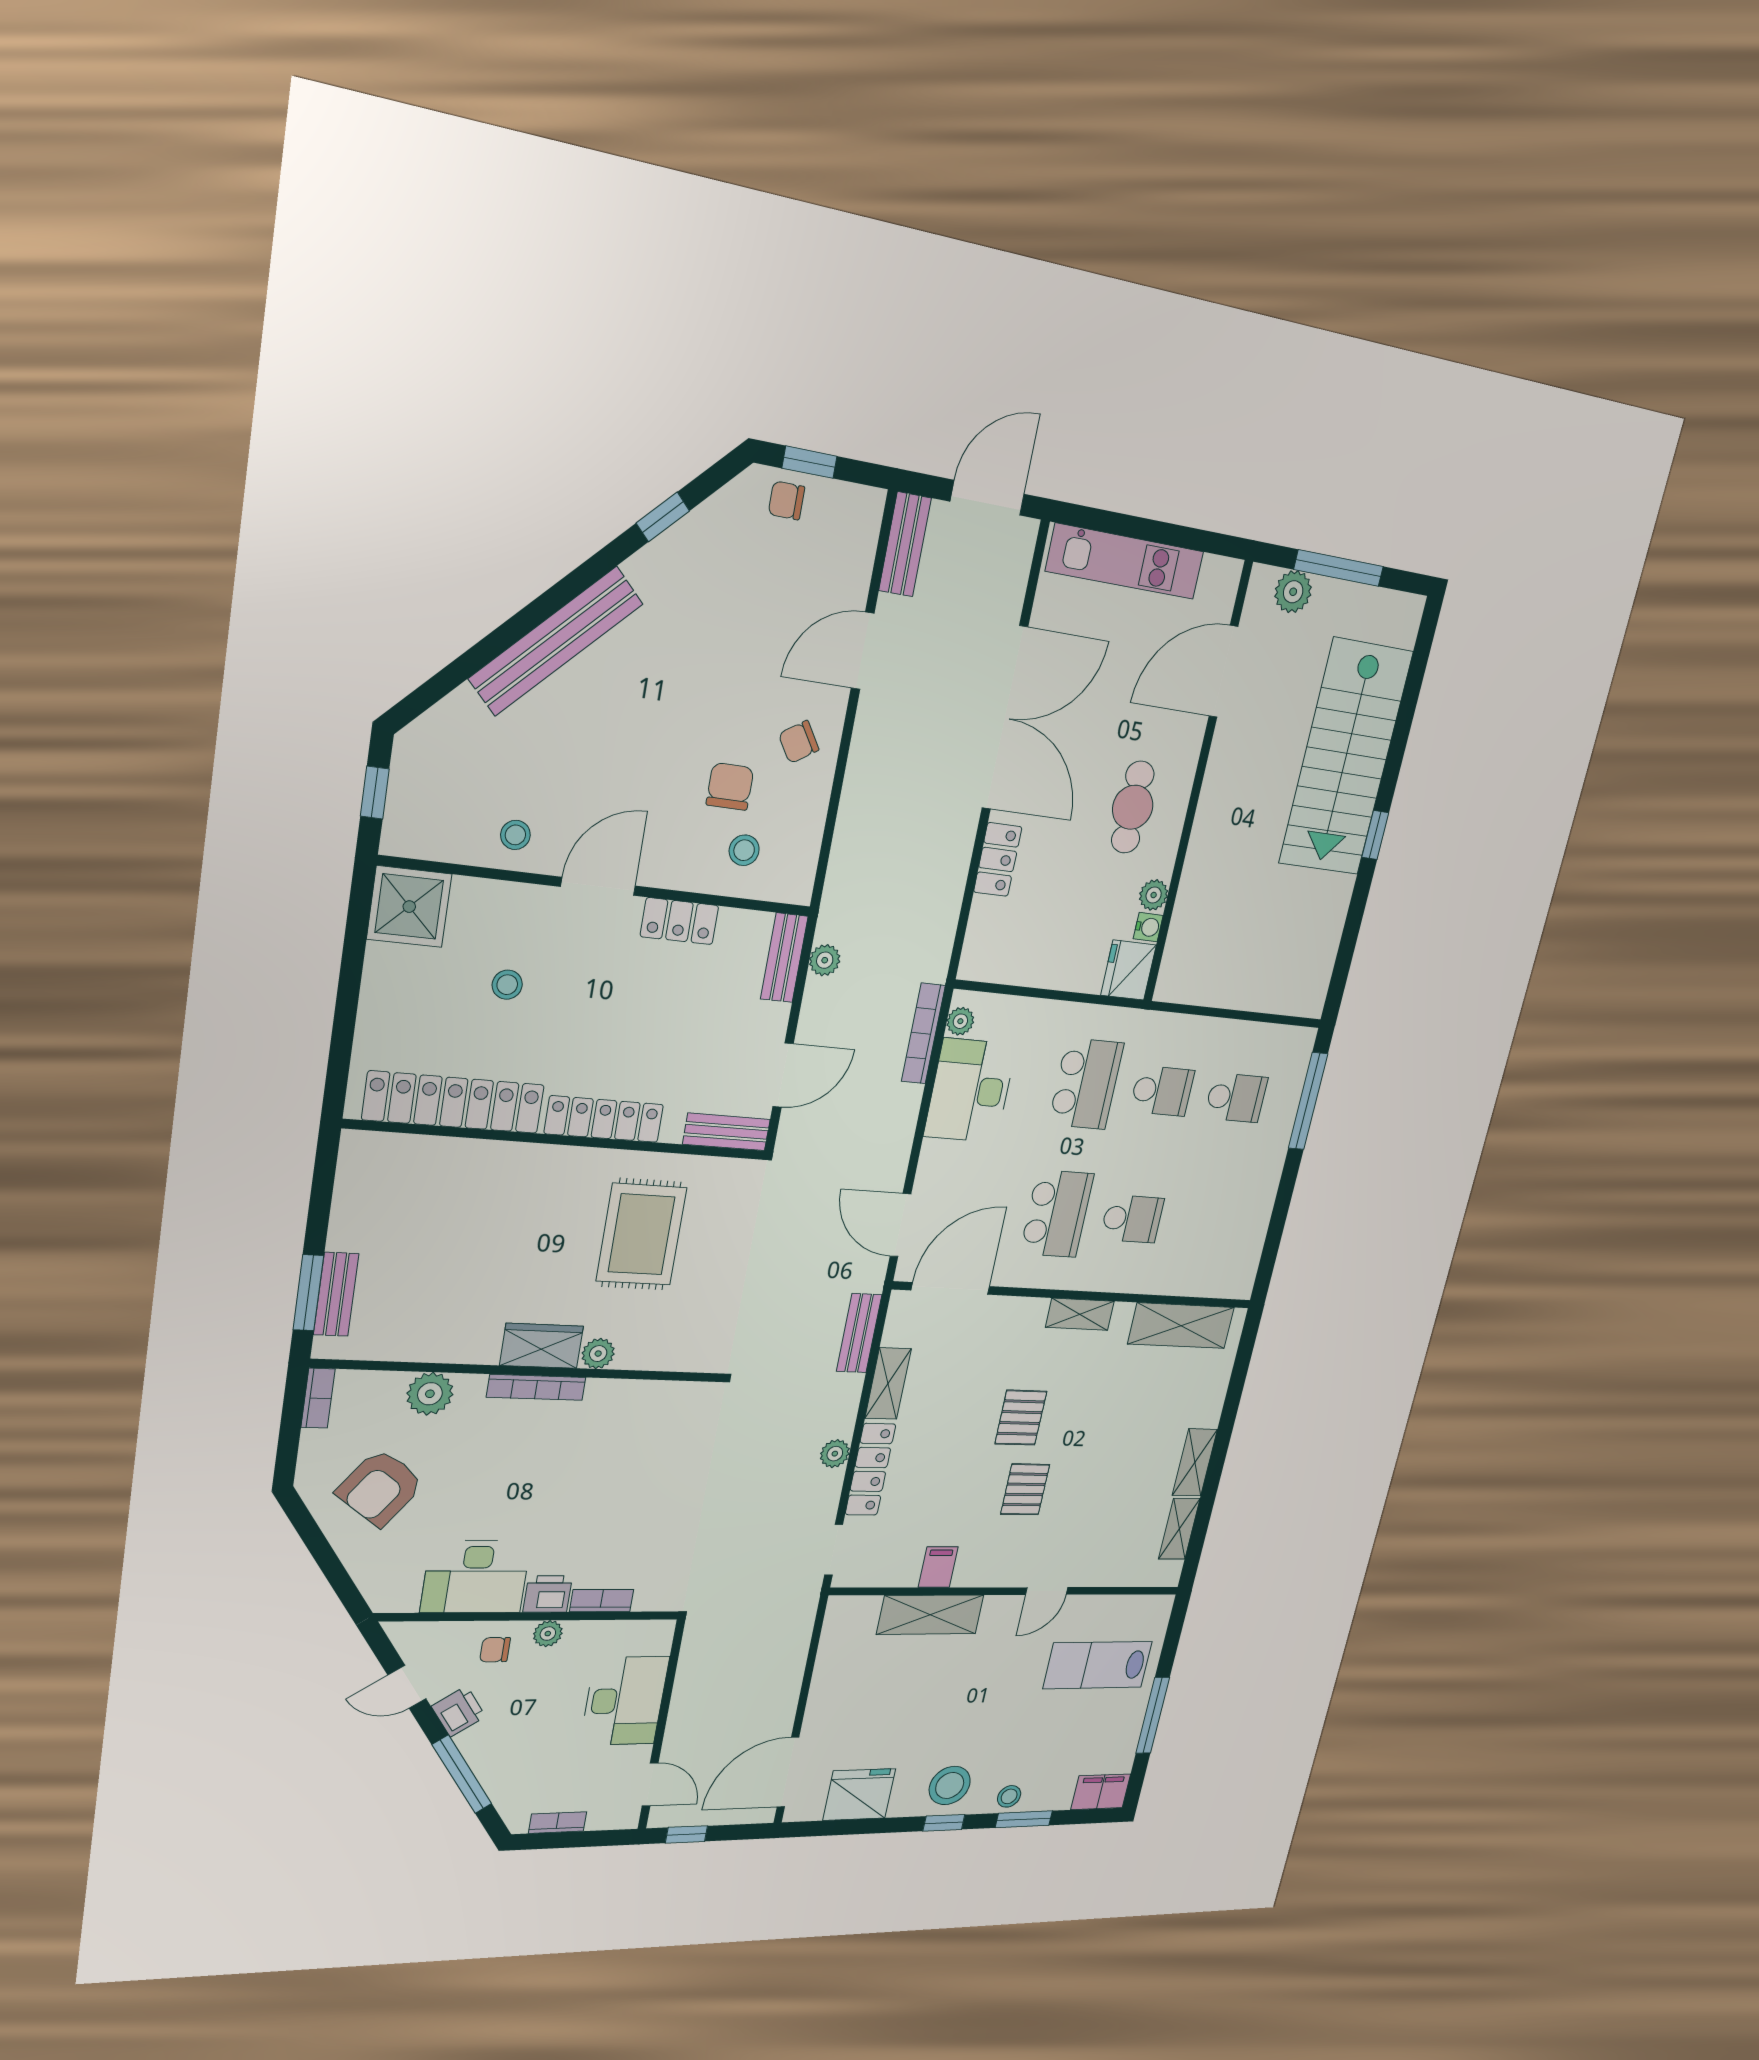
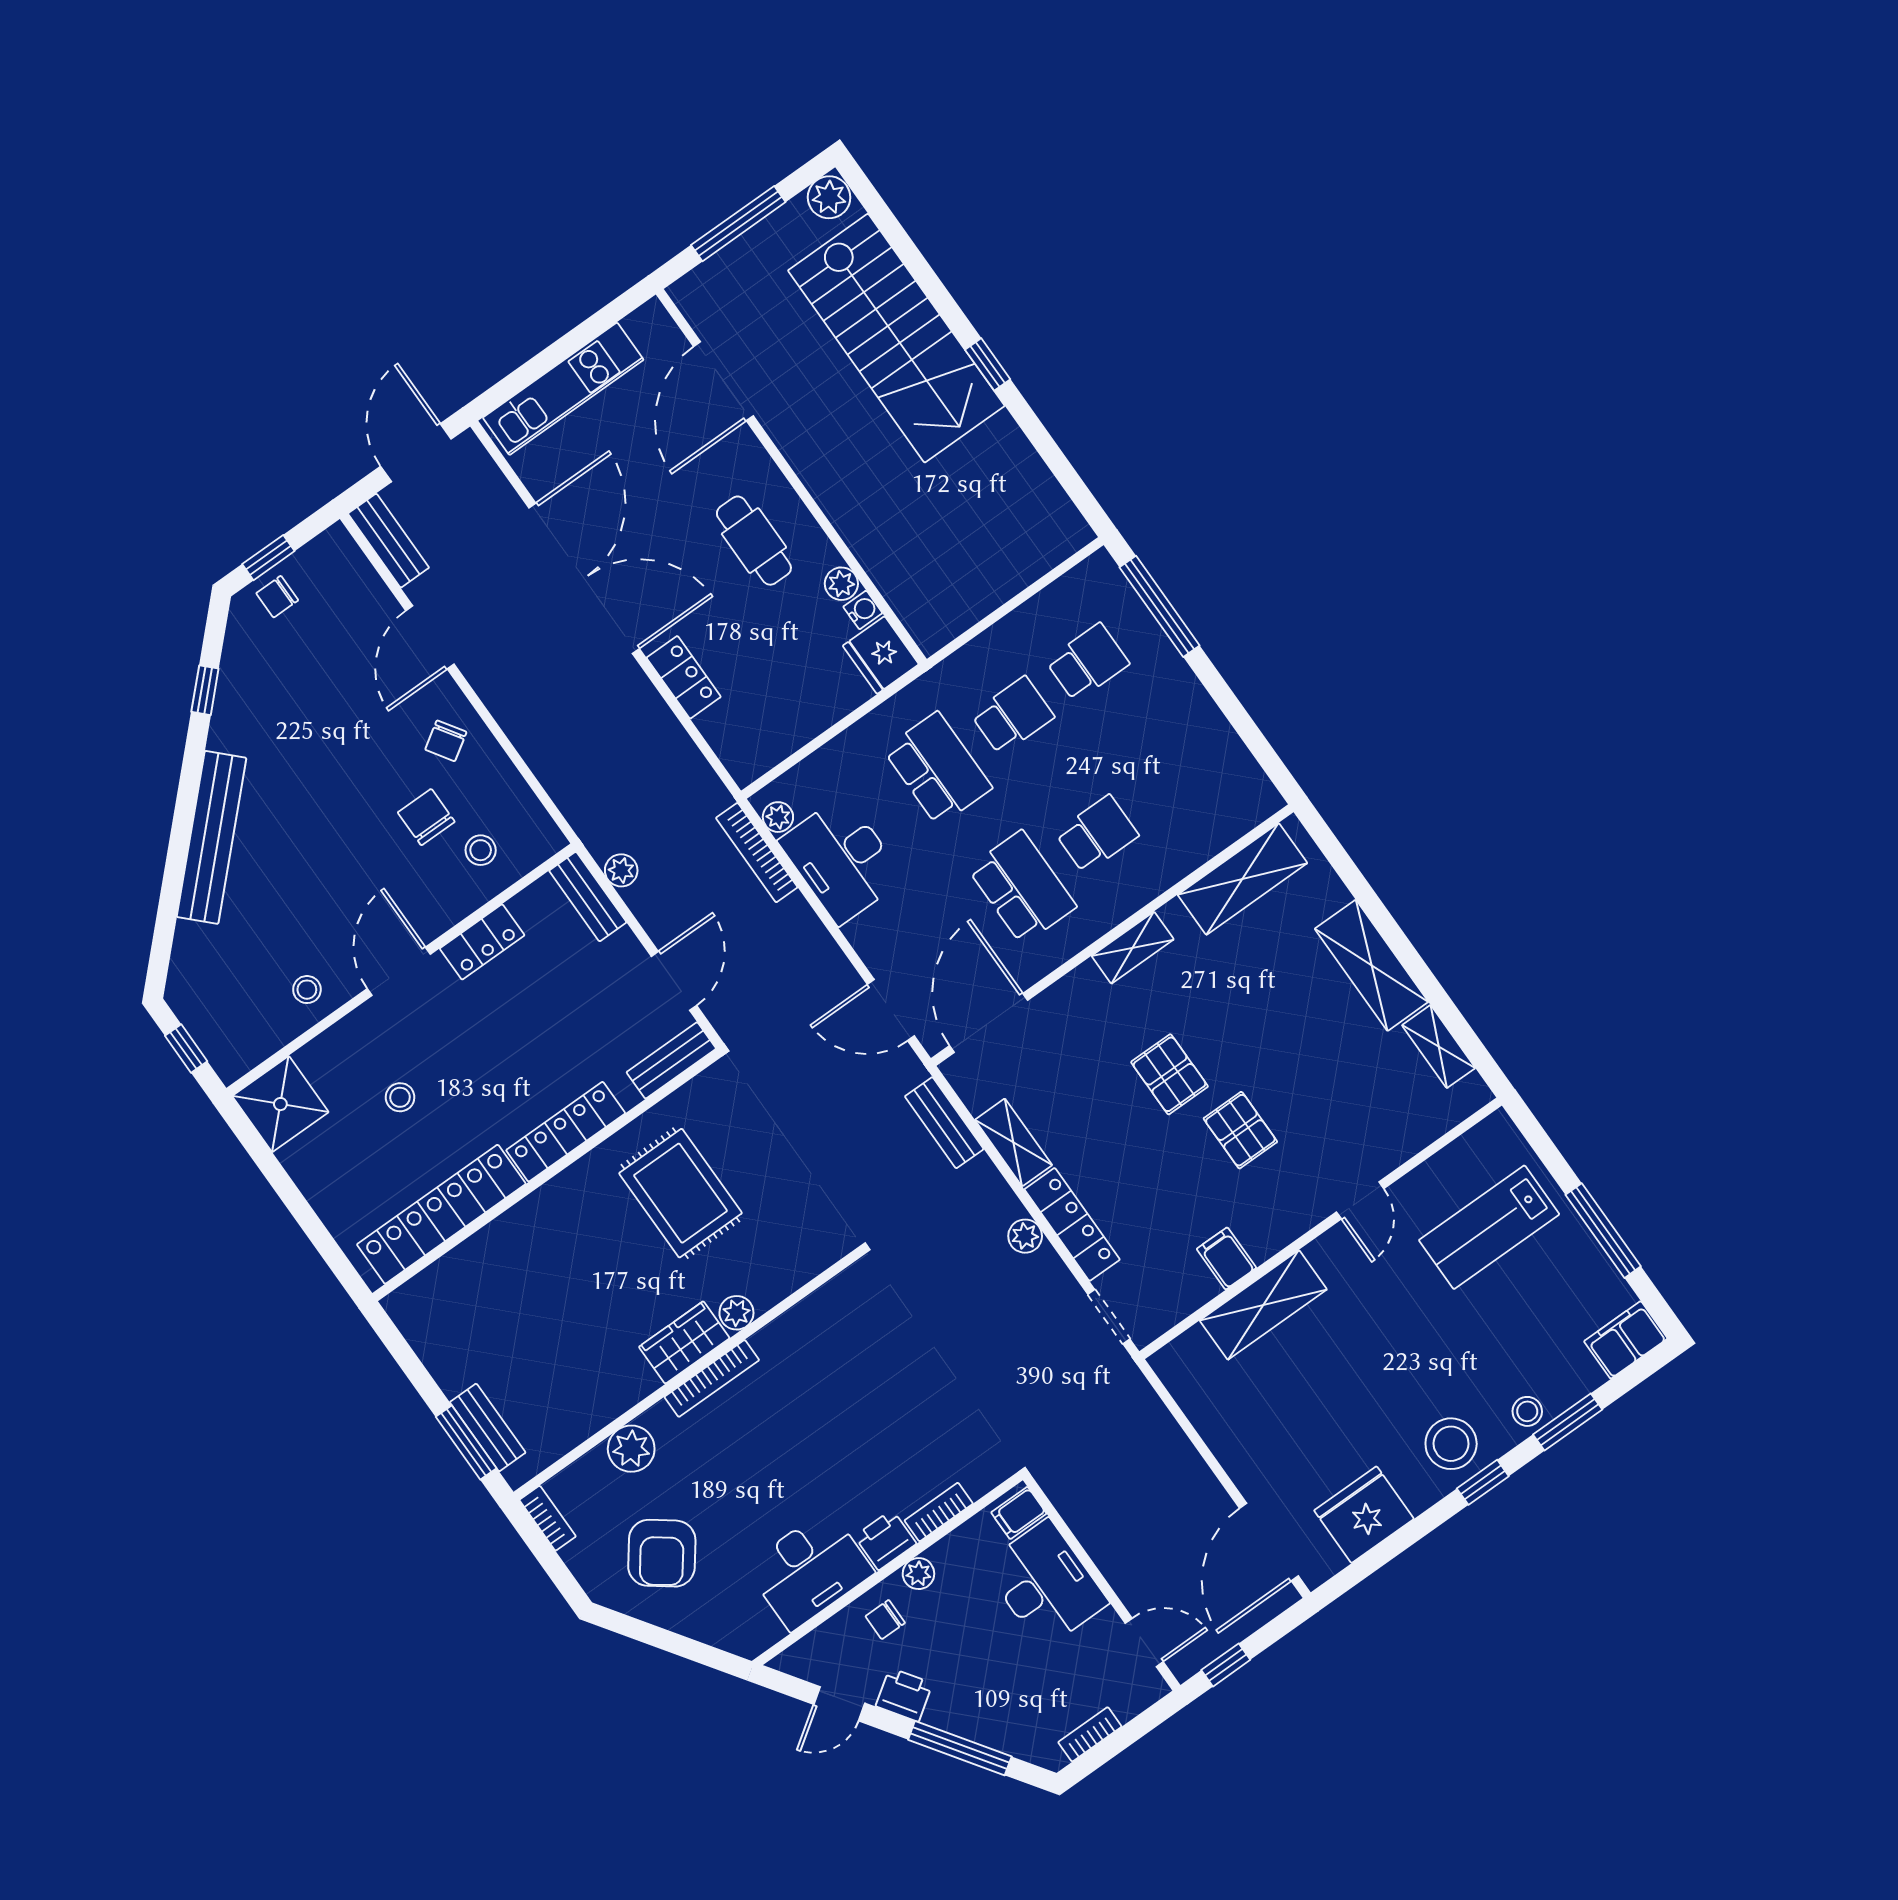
plant: (1293, 592) -> (829, 197), moved
shelving: (1195, 1462) -> (1372, 965), width x1.50, depth x1.33
filing cabinet: (653, 1640) -> (1019, 1513), added

